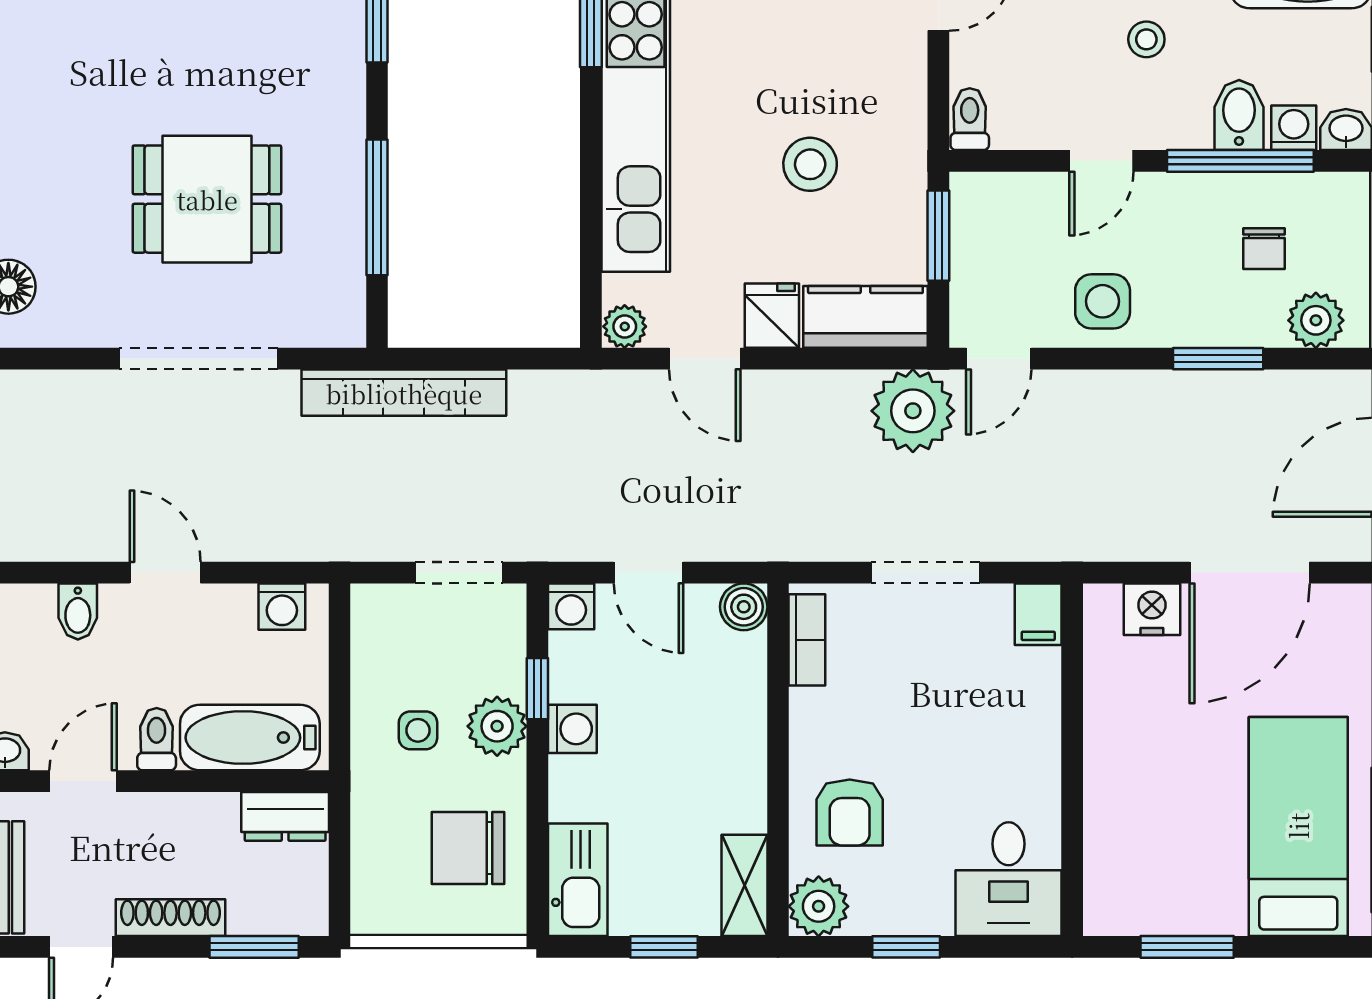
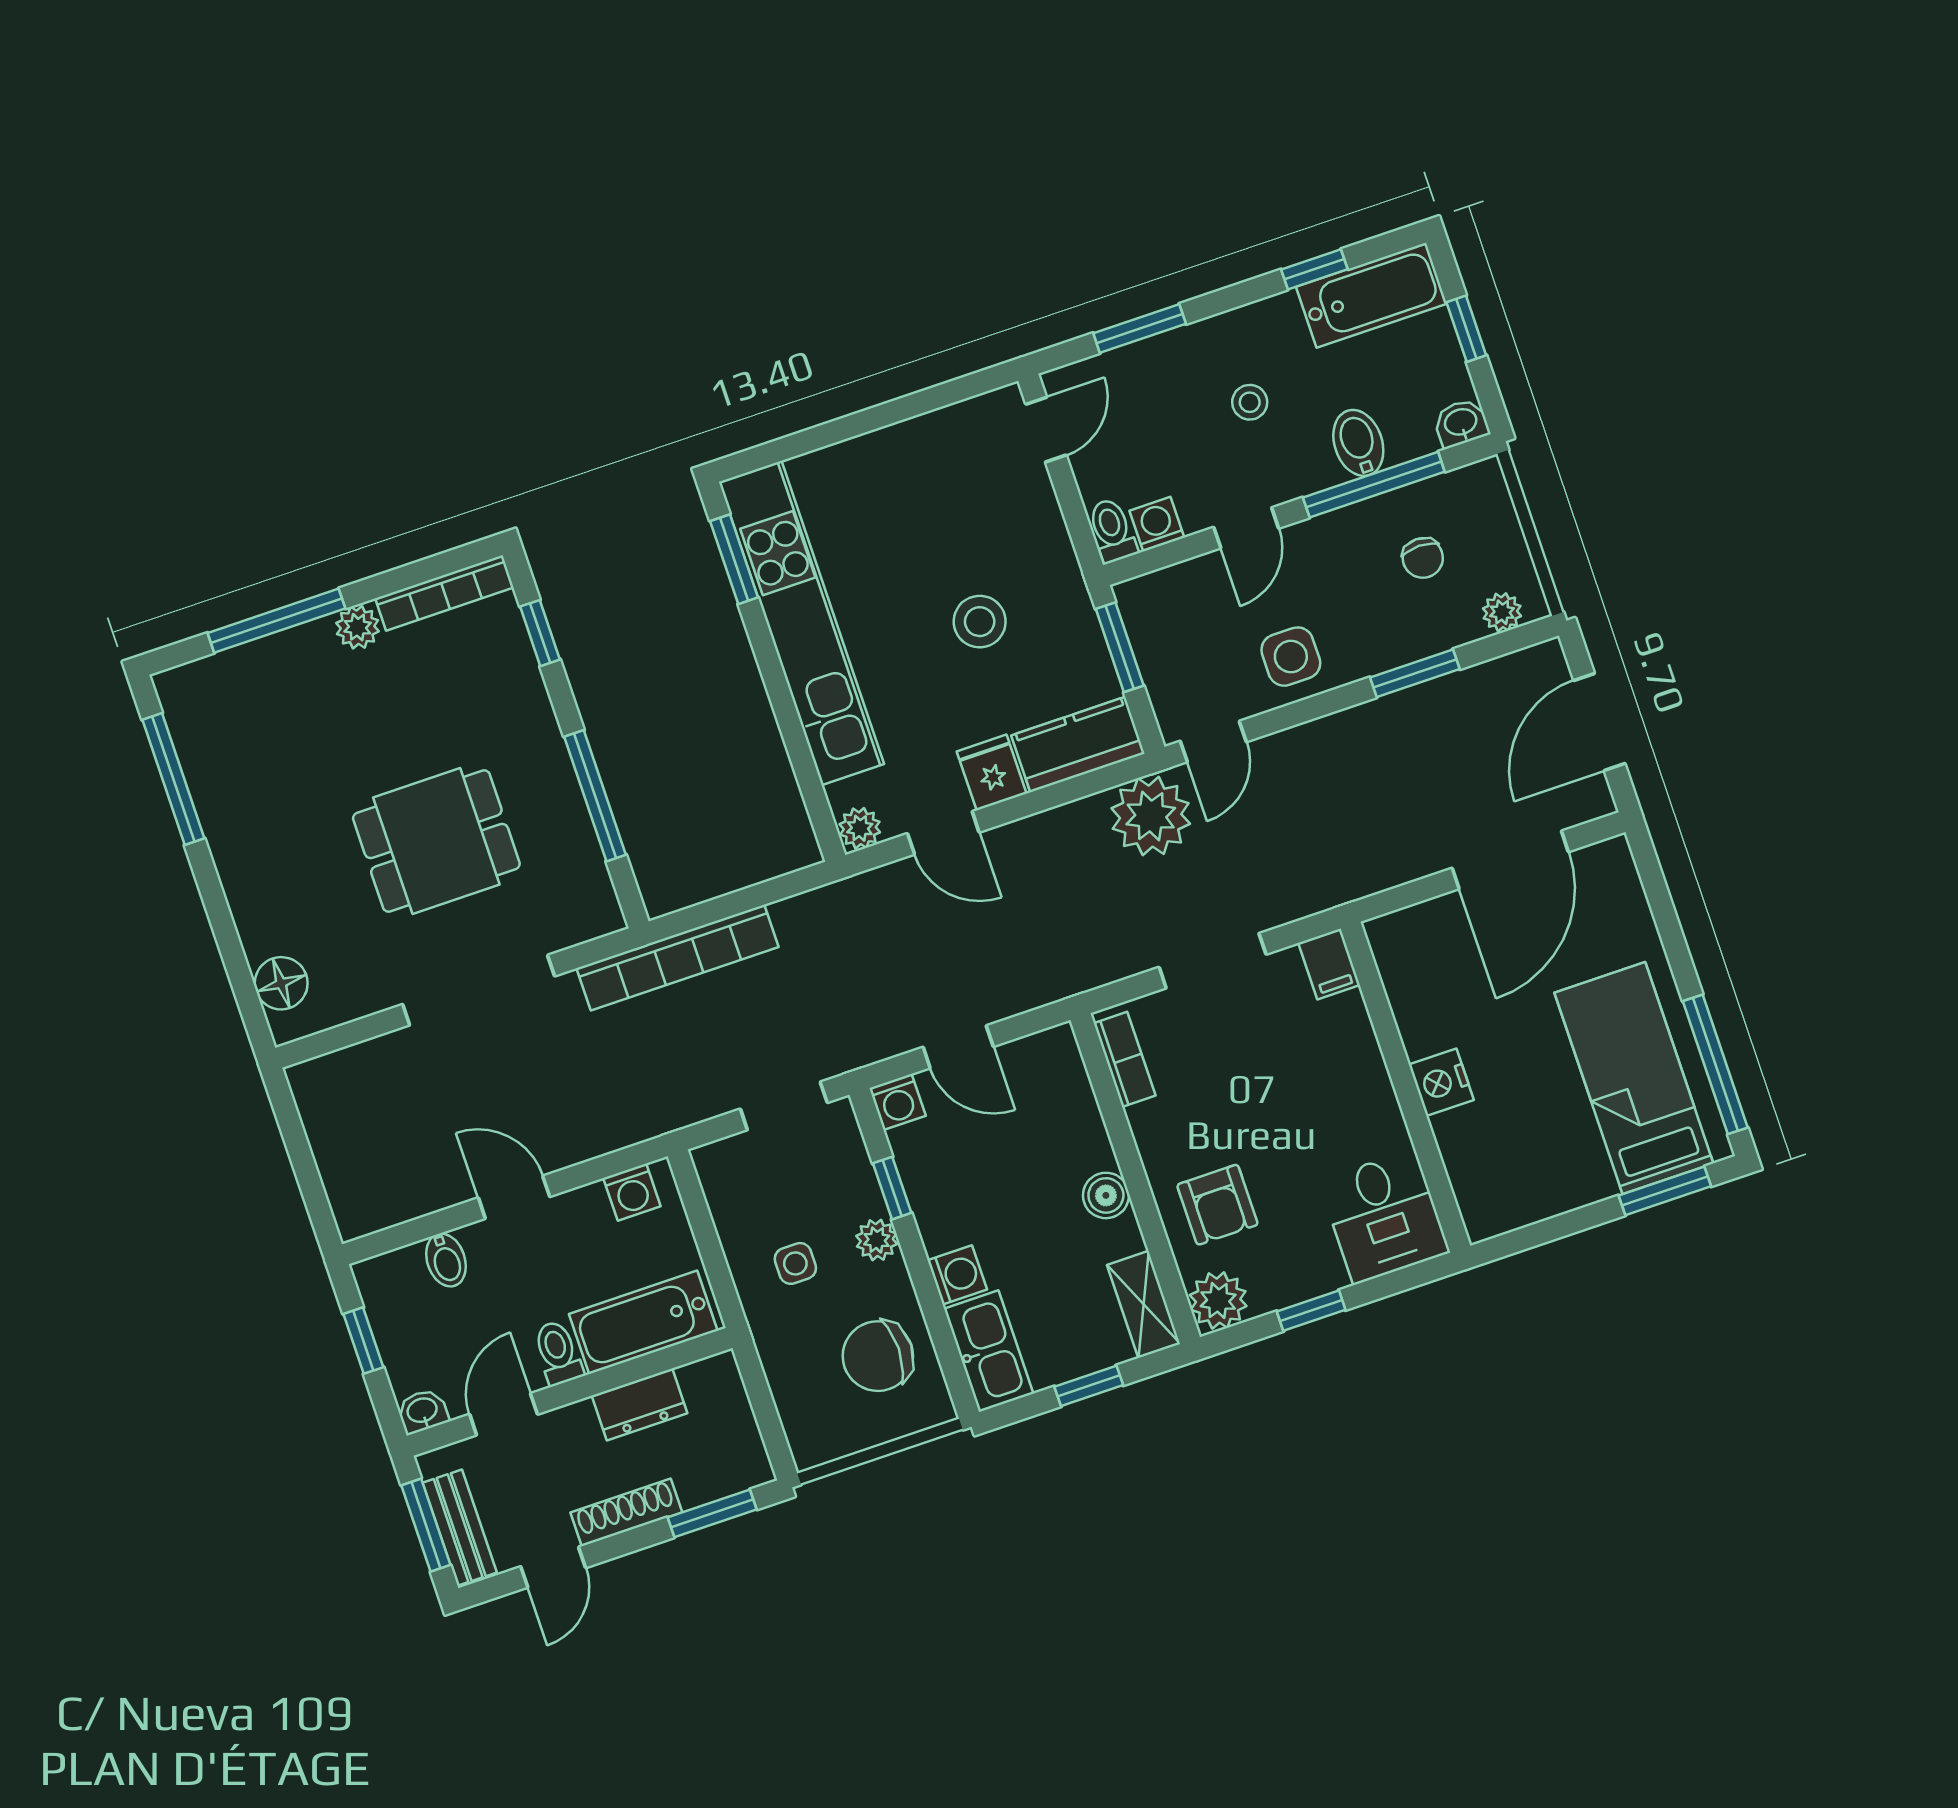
washing machine: (1294, 128) -> (1157, 524), moved
plant: (1316, 320) -> (1502, 612), width x0.73, depth x0.73
boiler: (744, 607) -> (1106, 1195), moved
nightstand: (1152, 609) -> (1441, 1082), moved, turned -90
plant: (497, 726) -> (877, 1240), width x0.73, depth x0.73
washing machine: (572, 729) -> (957, 1275), moved
dresser: (285, 816) -> (639, 1404), moved
window: (1187, 947) -> (1665, 1191), moved

